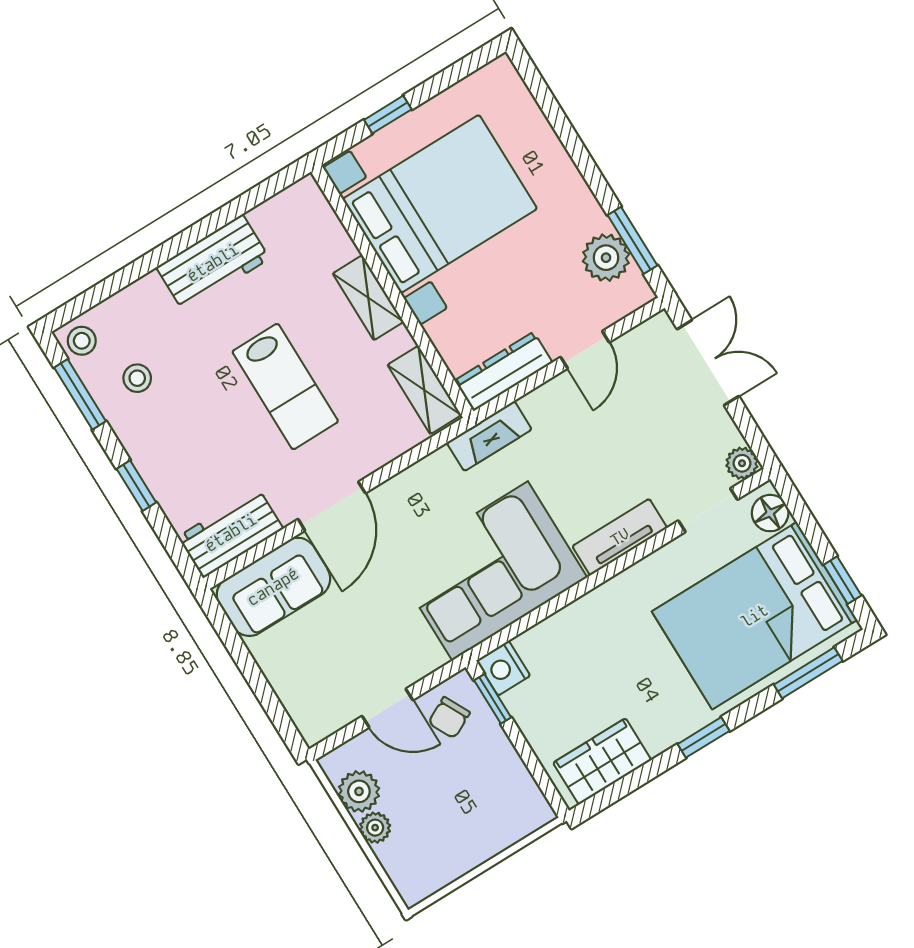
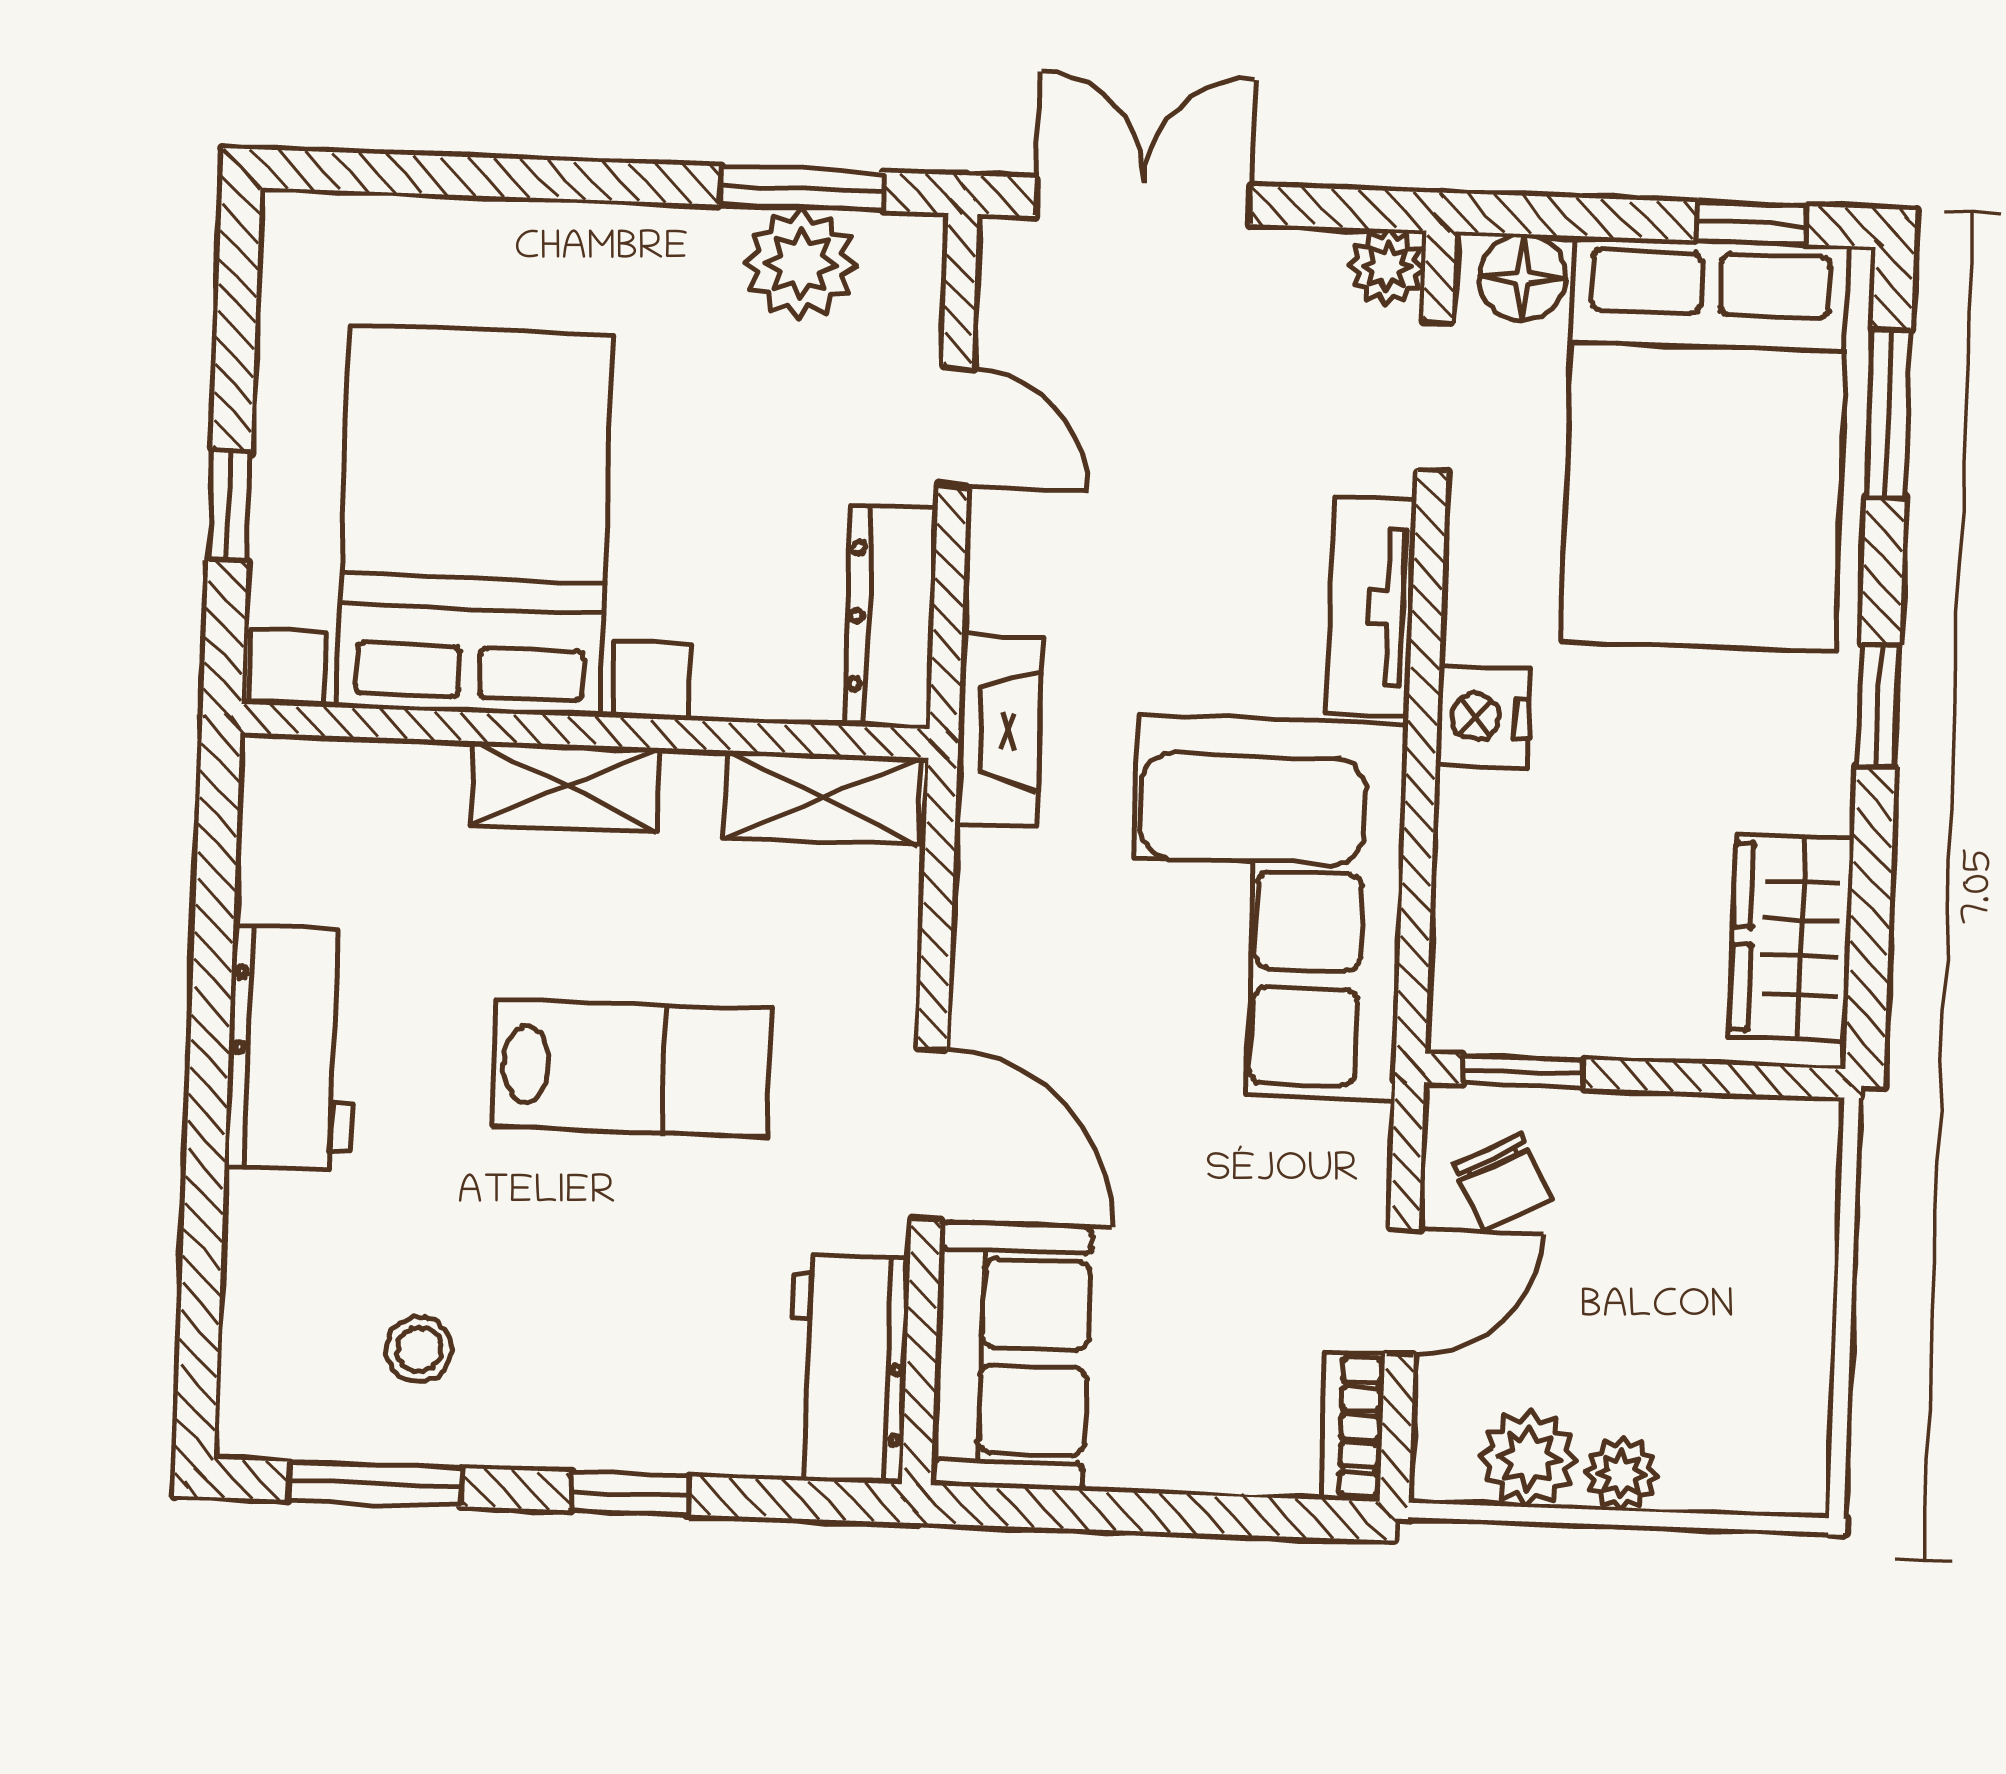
stool: (82, 341) -> (272, 1410), removed
nightstand: (503, 668) -> (1483, 717), moved, turned 90
bookcase: (329, 723) -> (1353, 1427), added

